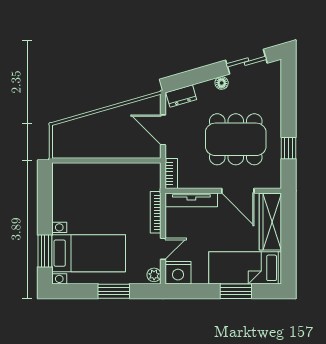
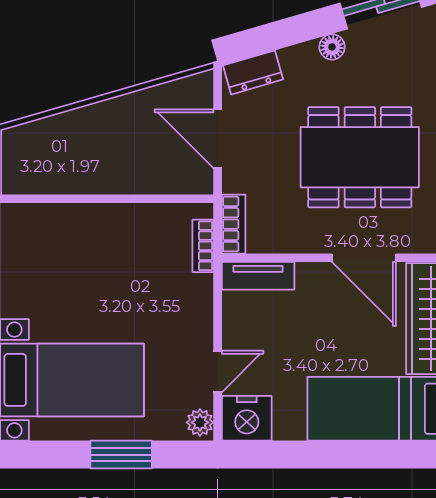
tv unit: (191, 200) -> (258, 276), width x0.71
bookcase: (156, 212) -> (203, 246), moved, width x0.64
window: (236, 291) -> (360, 455), removed

